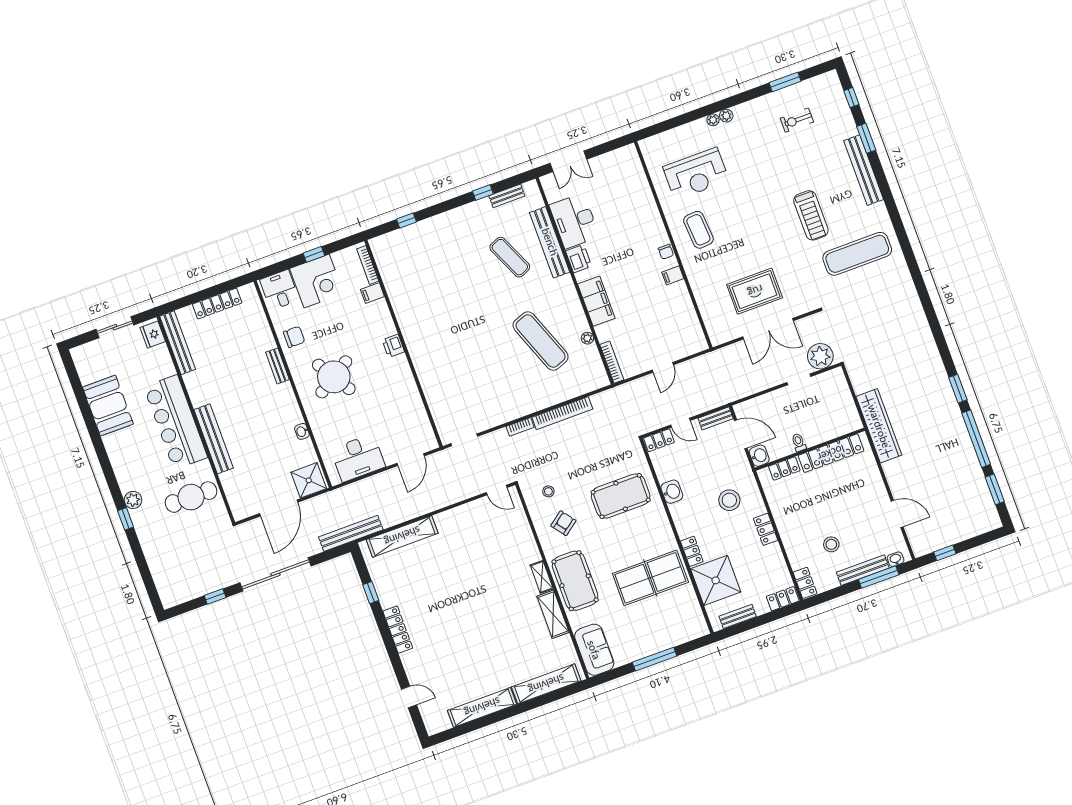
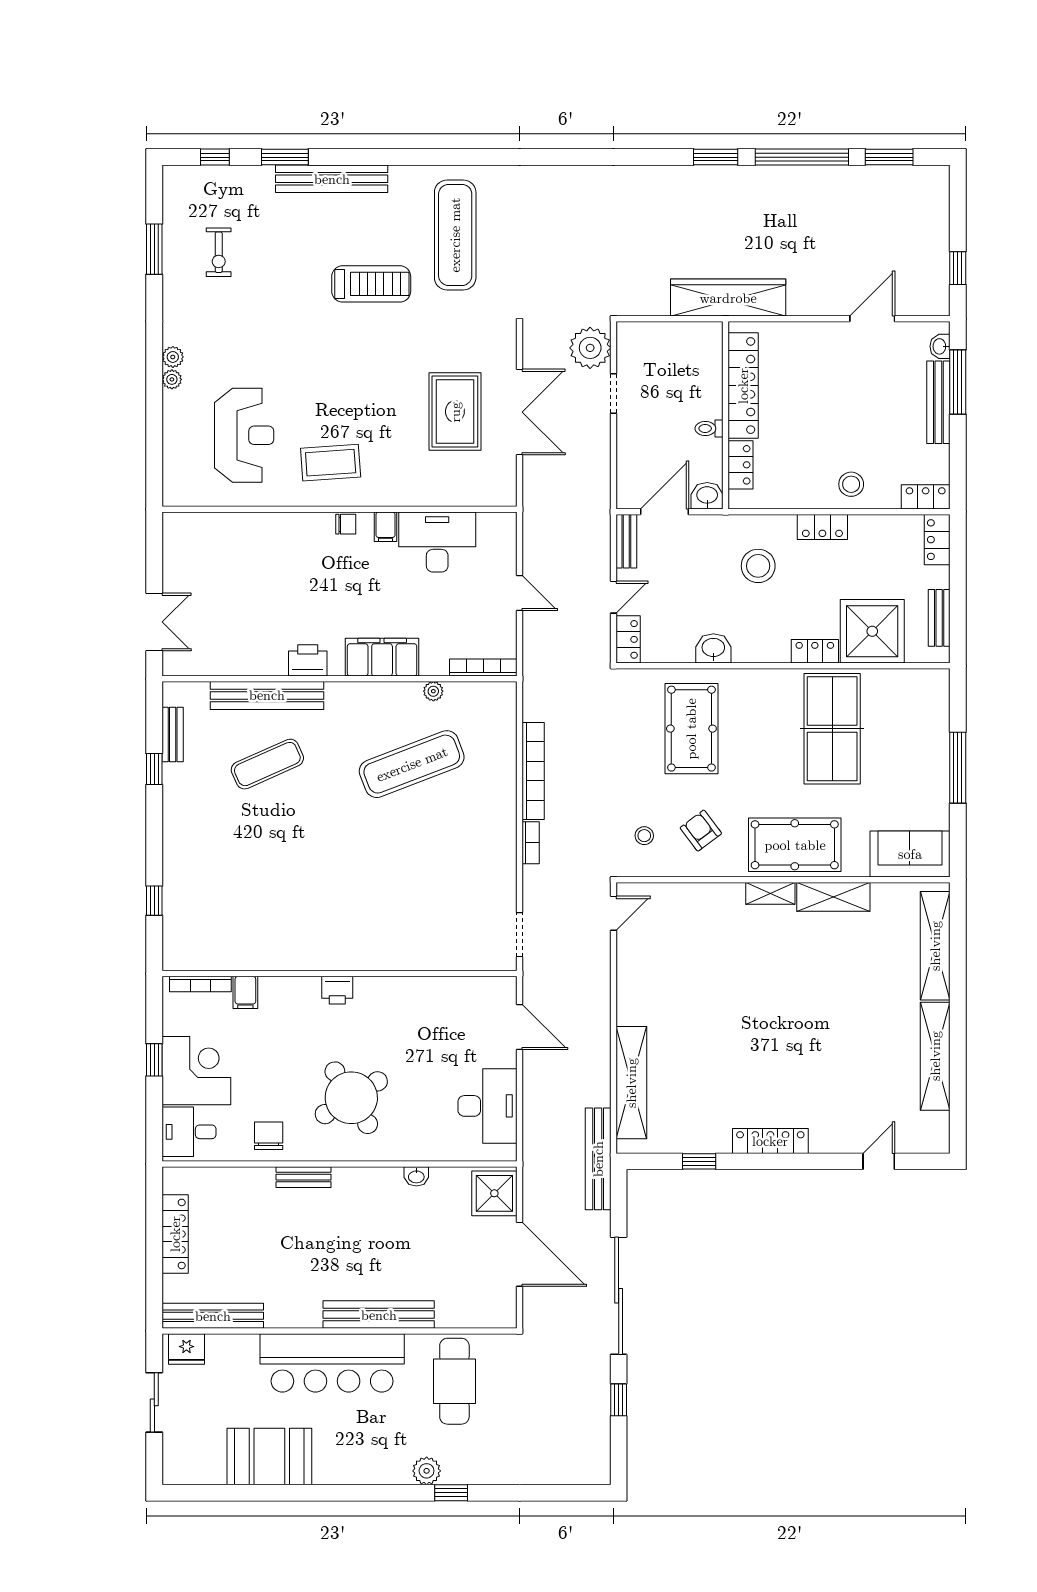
desk: (574, 221) -> (437, 542), moved, turned 180
stool: (831, 544) -> (851, 484), moved

